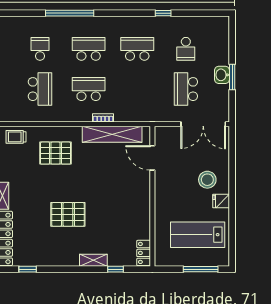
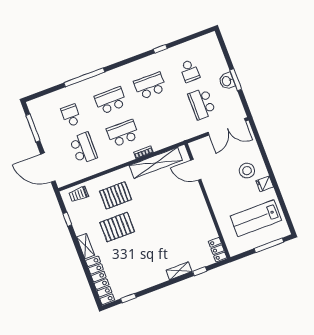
pallet: (68, 214) -> (117, 227), moved

